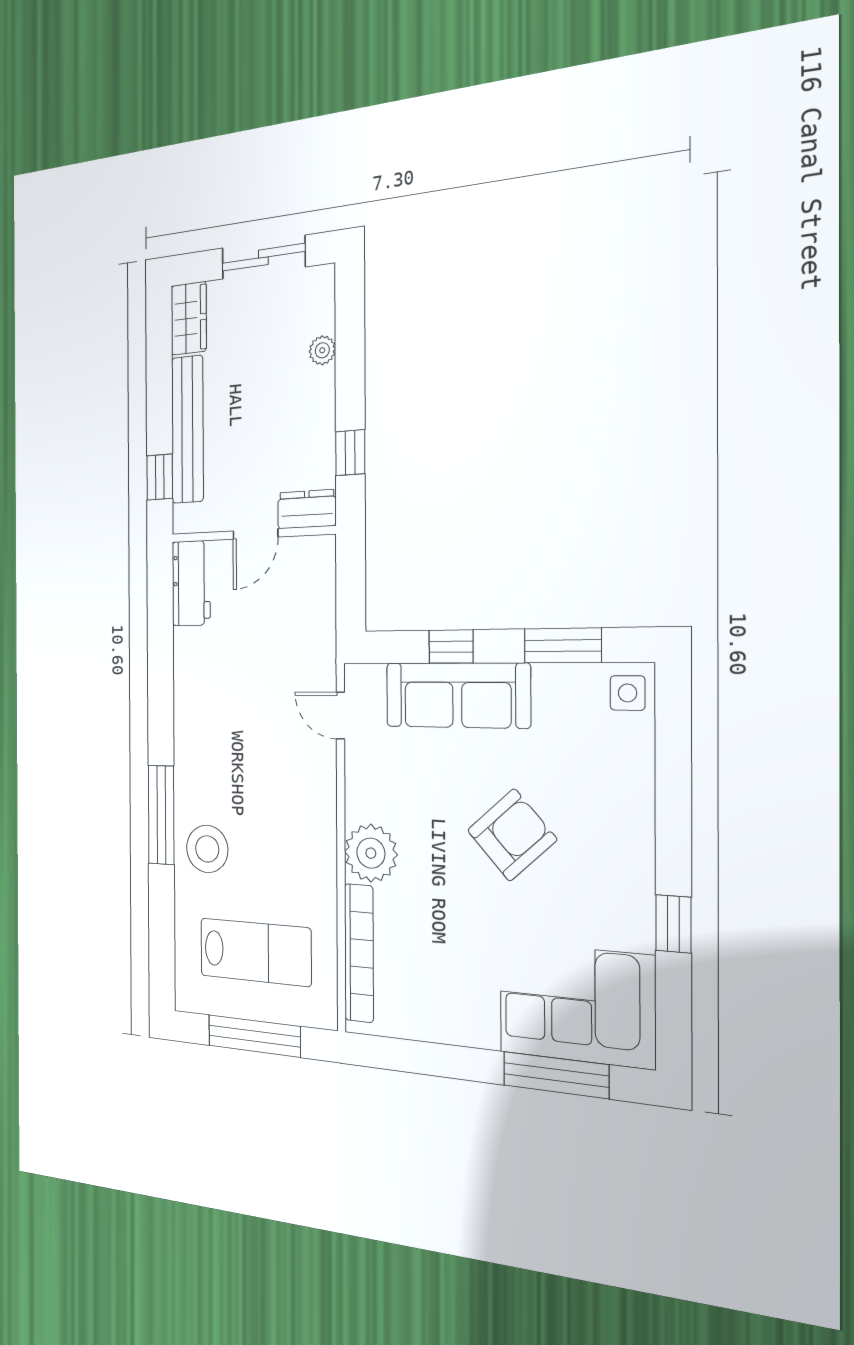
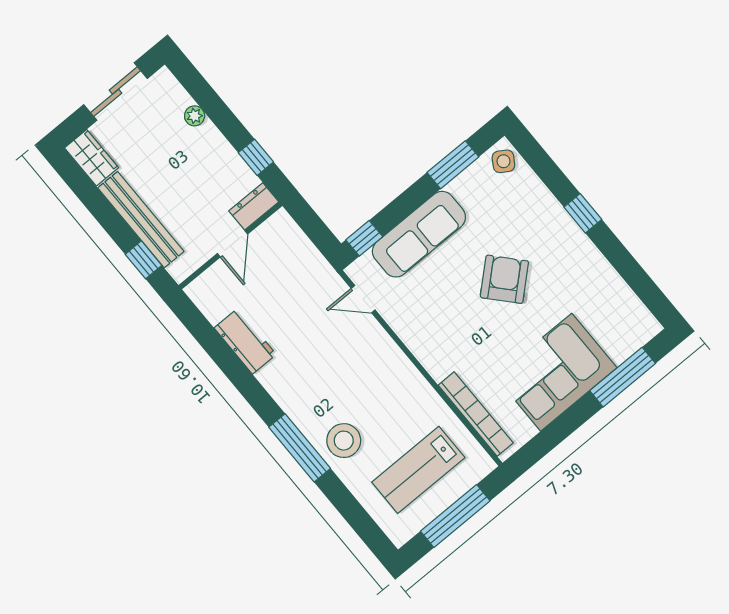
workbench: (191, 583) -> (245, 341), moved
window: (451, 647) -> (364, 238), moved
side table: (628, 693) -> (503, 161), turned 32
plant: (371, 853) -> (439, 356), removed
window: (673, 924) -> (583, 213), moved
lab bench: (255, 952) -> (418, 470), turned 180
corner sofa: (577, 1004) -> (556, 372), moved

